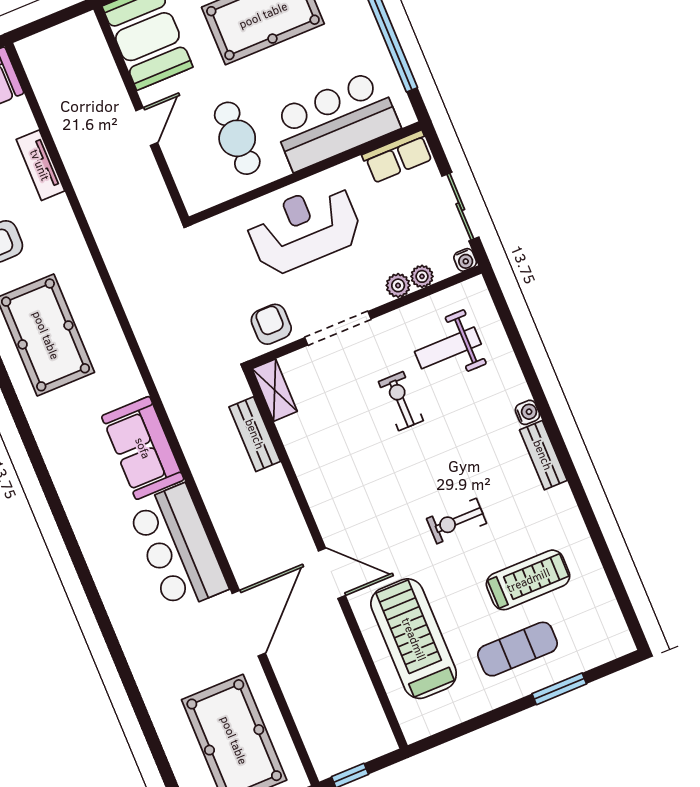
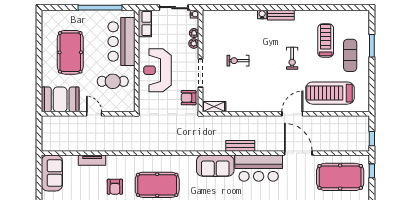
weight bench: (448, 348) -> (225, 34), removed
bench: (255, 434) -> (240, 146), moved

